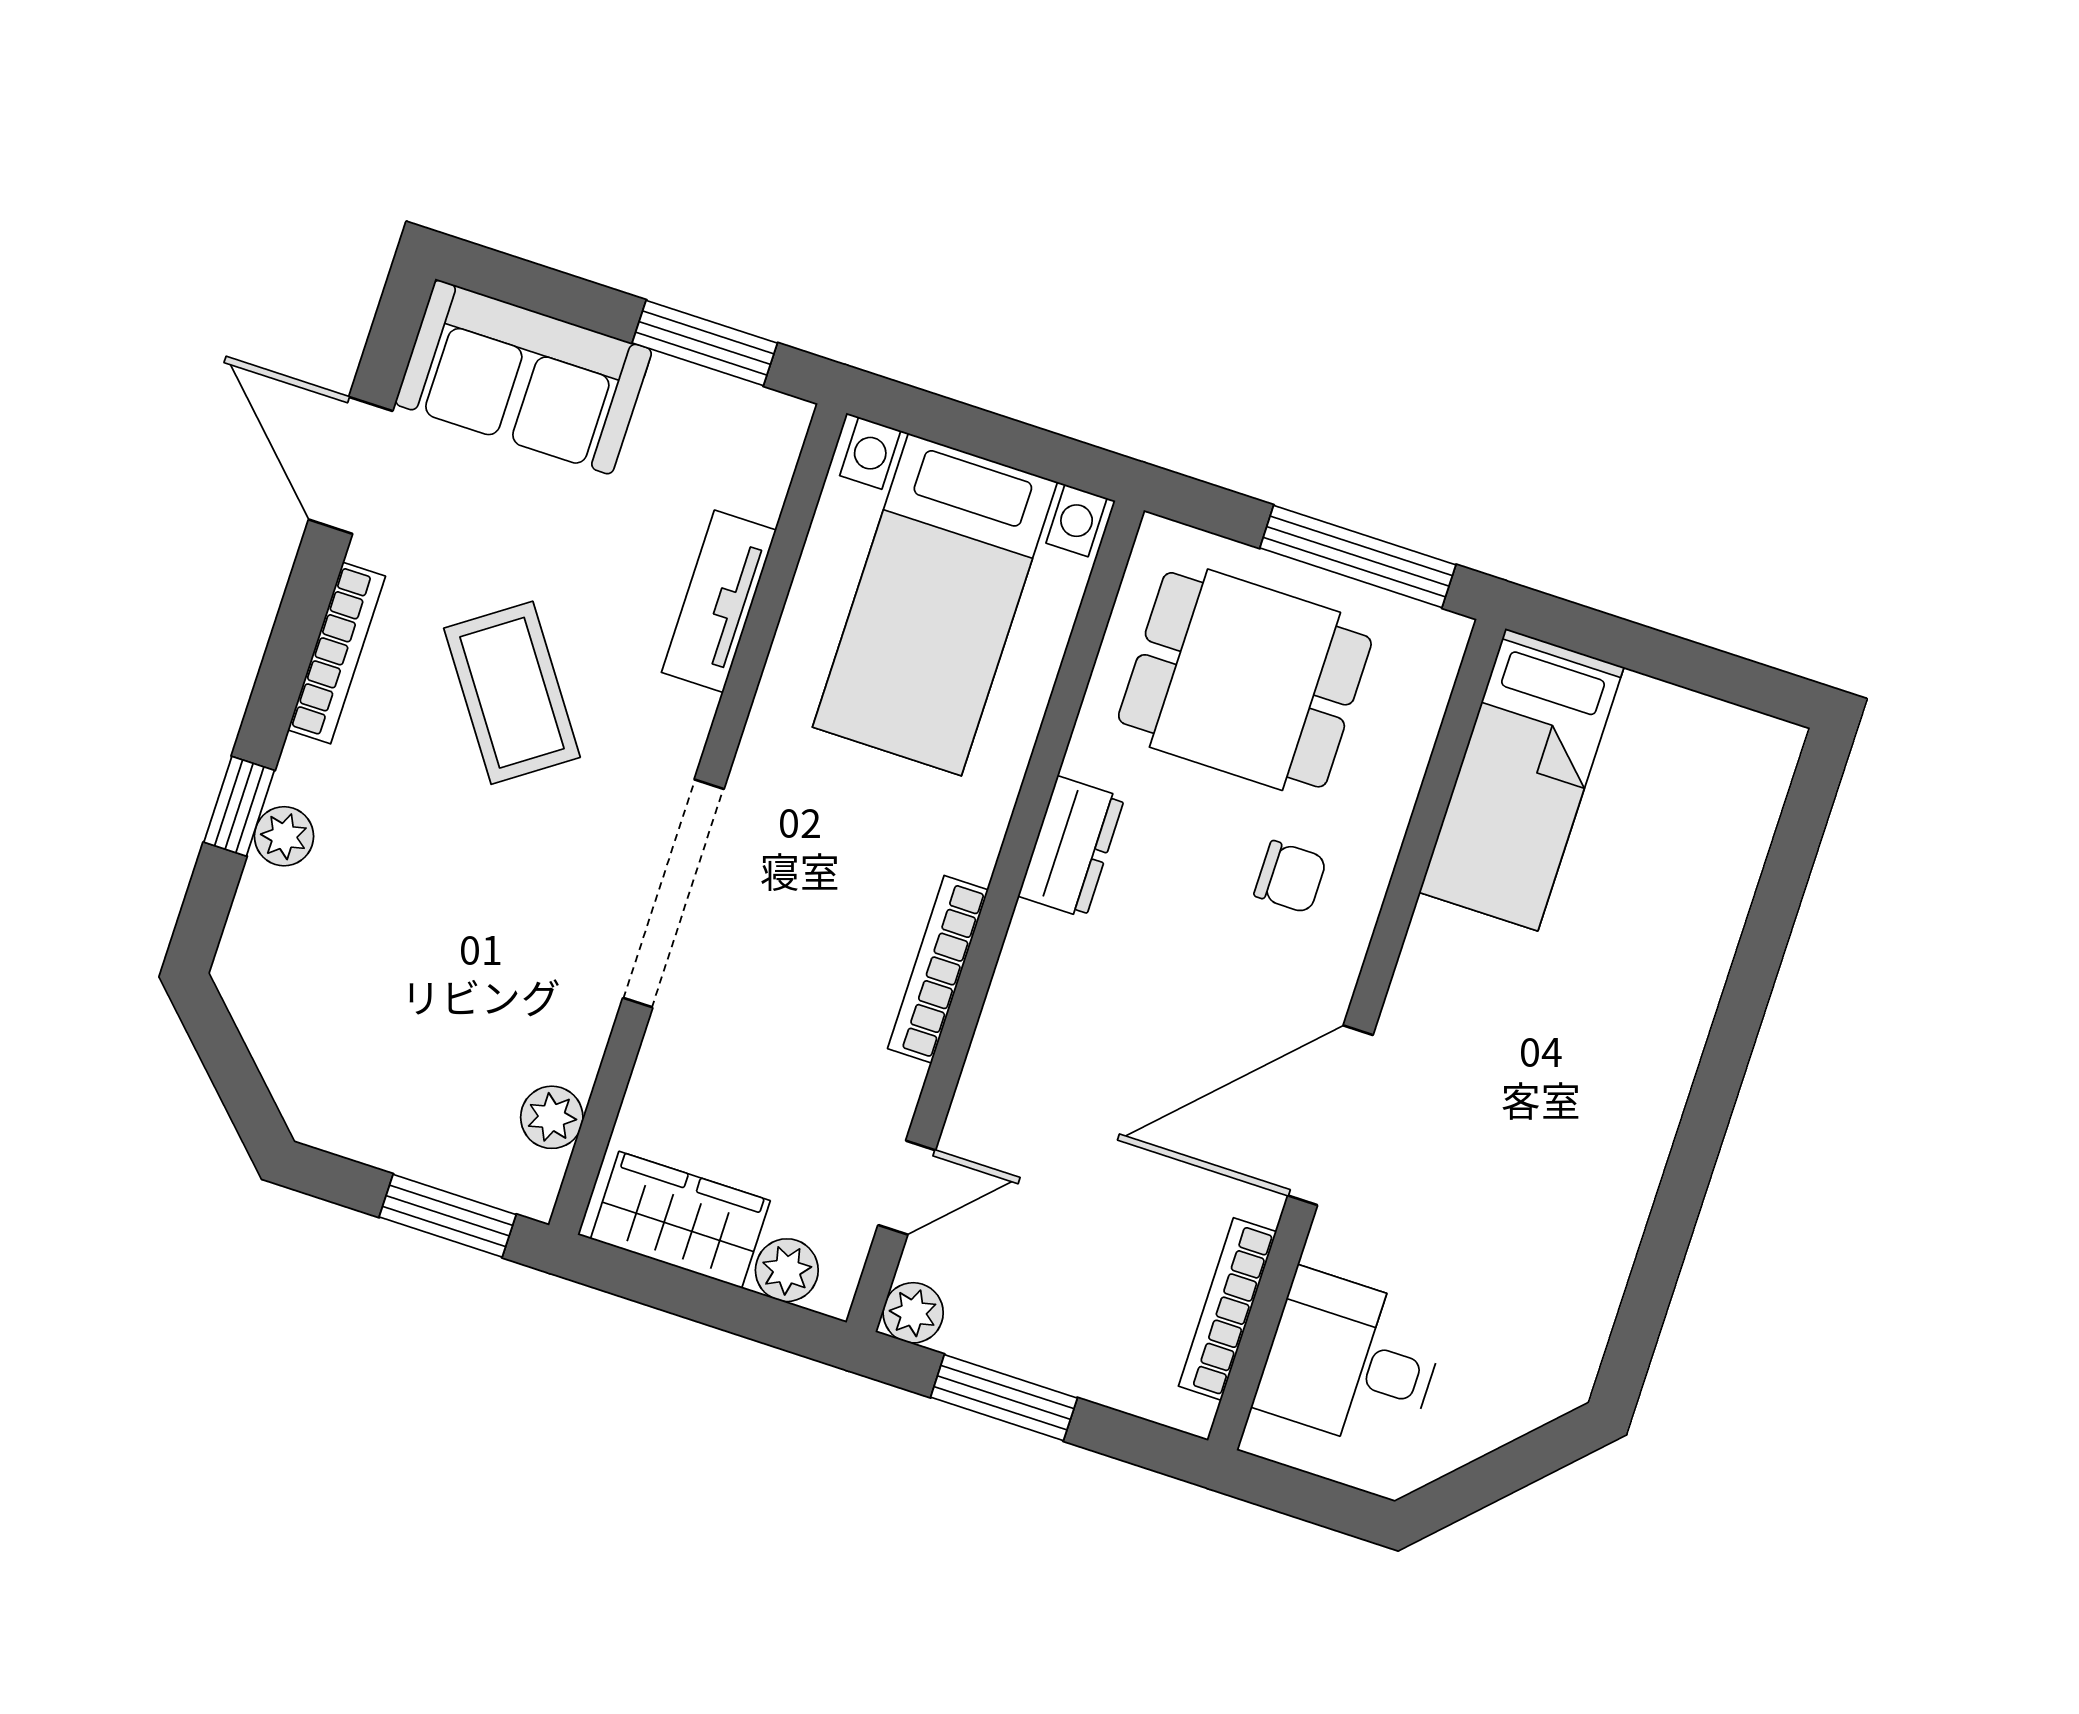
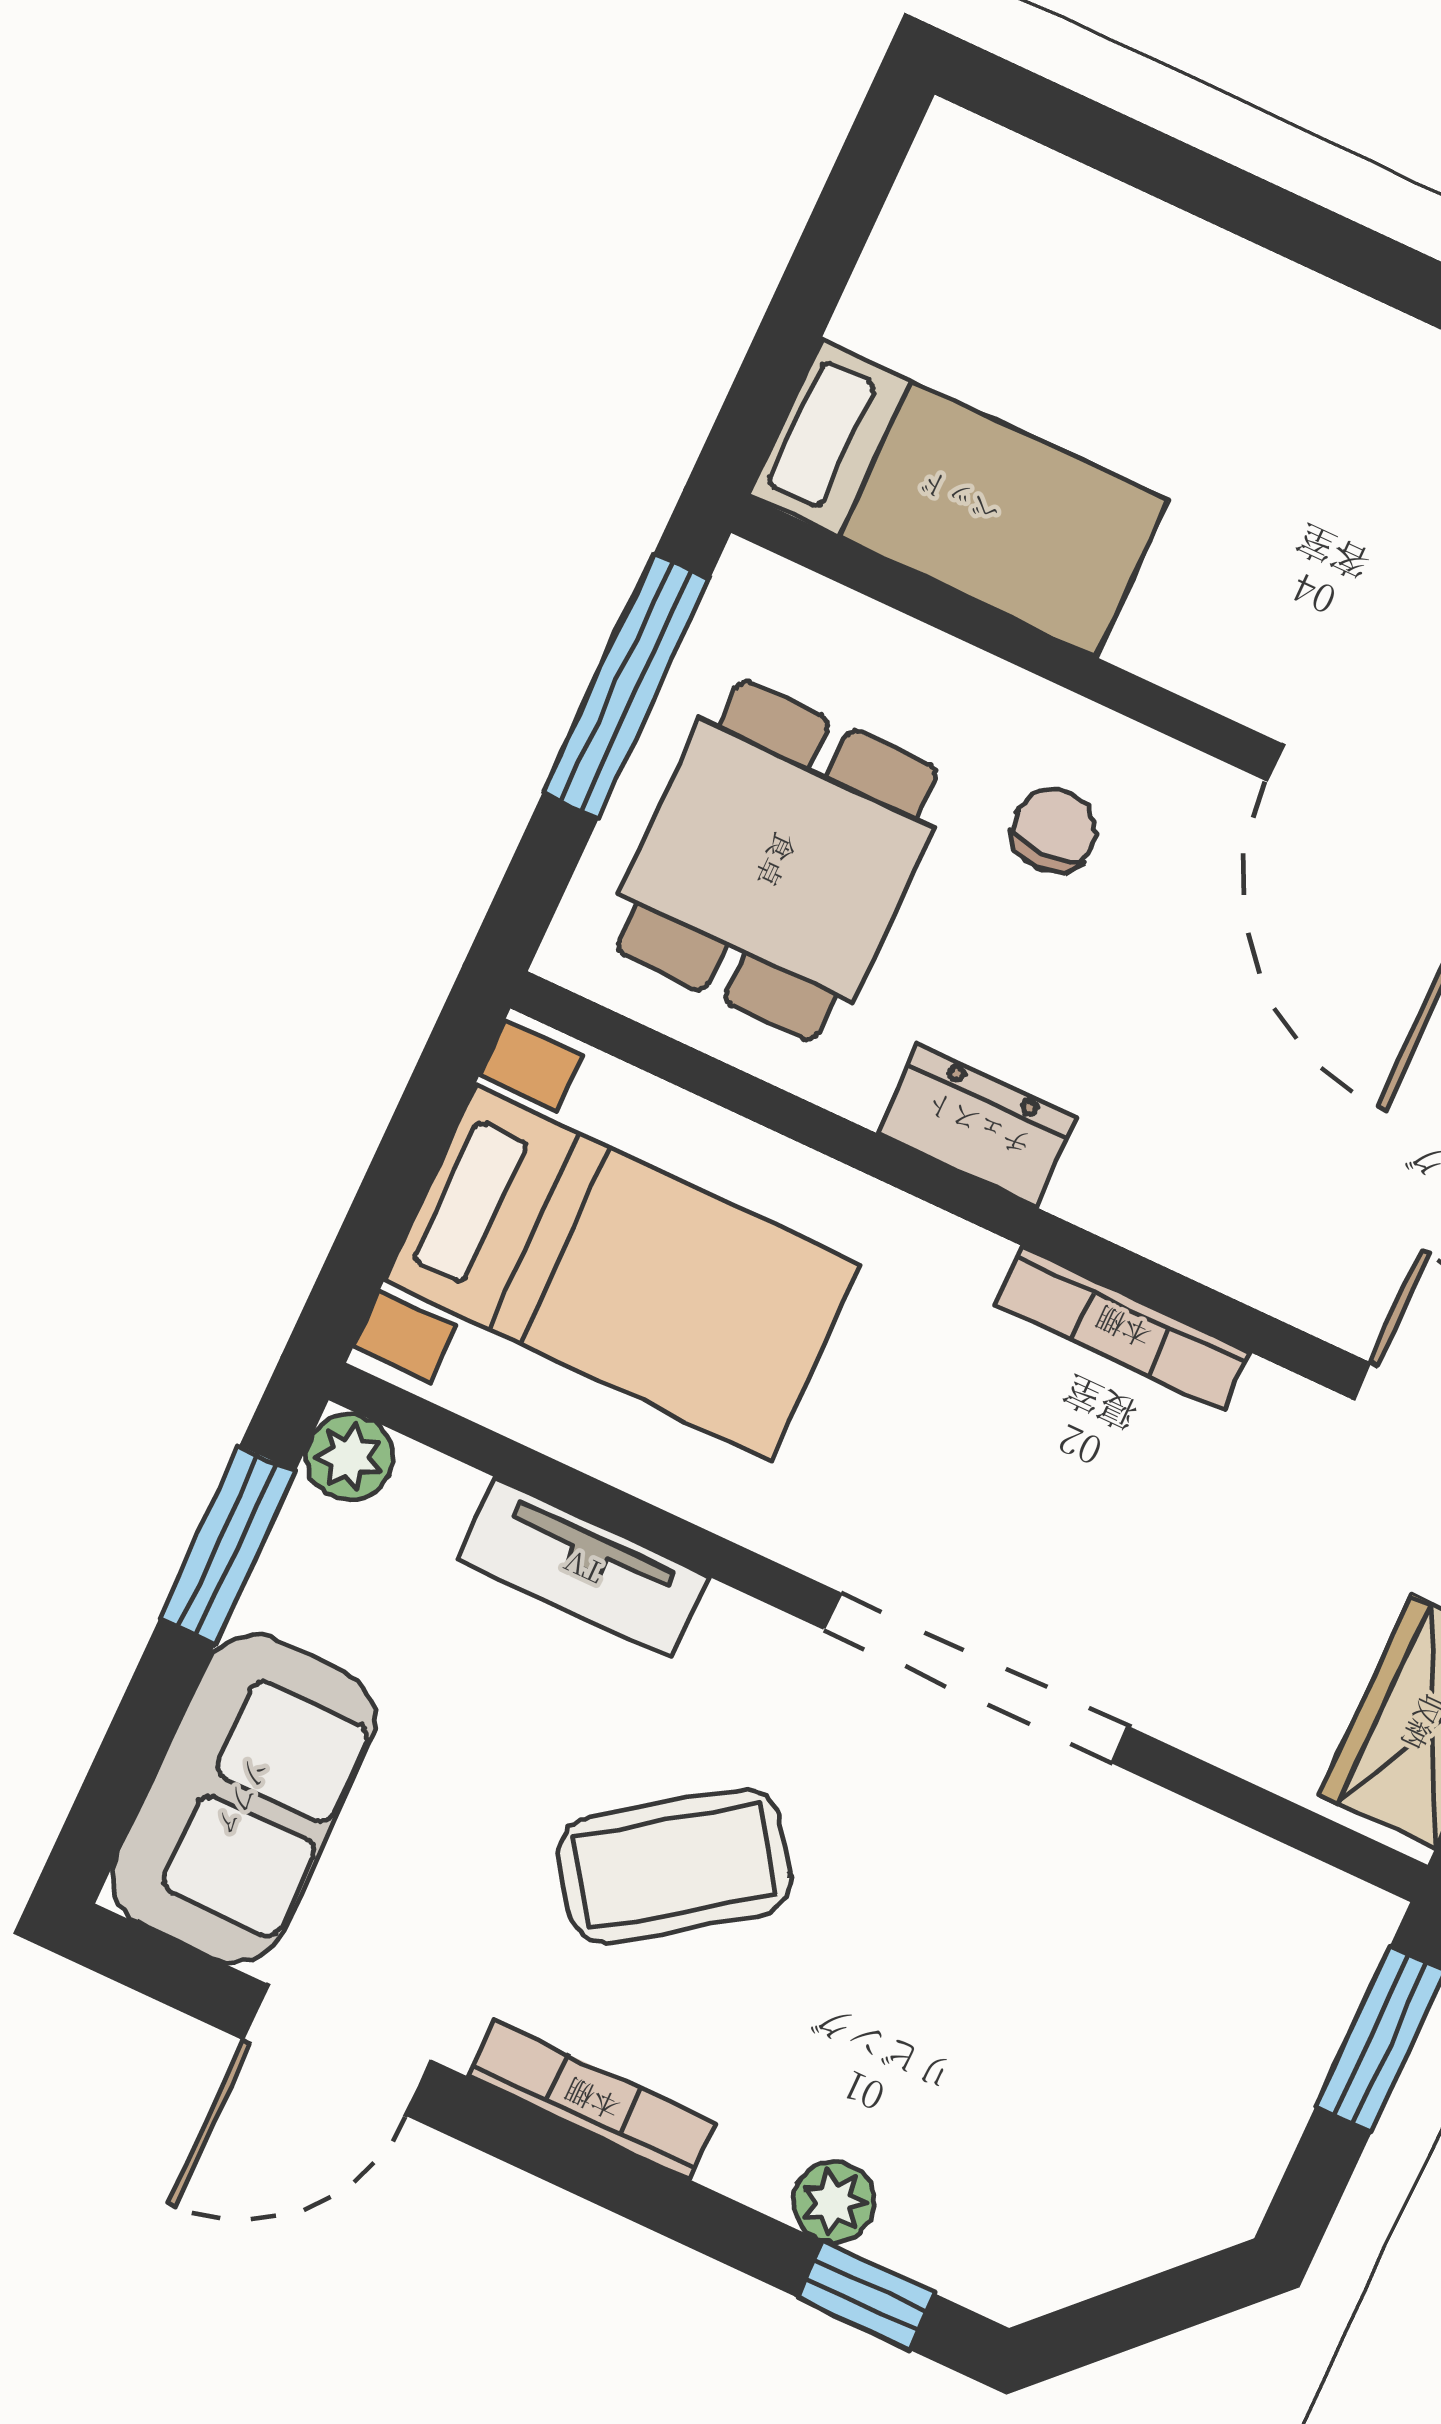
window: (239, 806) -> (866, 2296), moved
plant: (552, 1117) -> (350, 1457), moved

